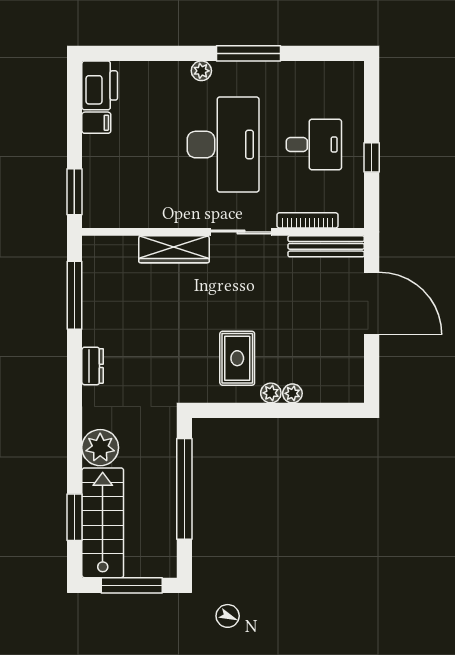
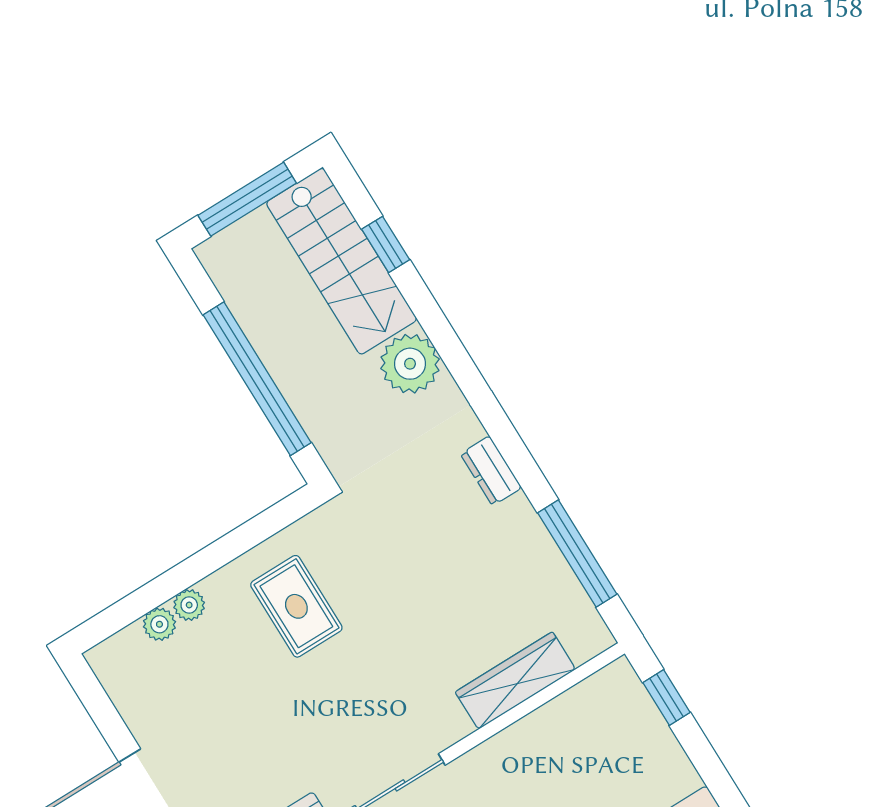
window: (74, 192) -> (666, 697), width x0.67
wardrobe: (174, 249) -> (515, 681), moved
plant: (271, 393) -> (159, 624), moved
window: (74, 517) -> (386, 244), width x0.67

